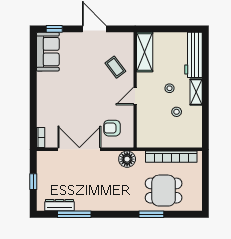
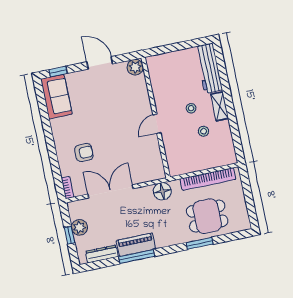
plant: (126, 40) -> (135, 67), added
shelving: (145, 52) -> (157, 76), removed
coffee table: (115, 67) -> (130, 98), removed
armchair: (112, 128) -> (84, 153), moved, turned 180
plant: (44, 176) -> (80, 227), added
piano: (93, 203) -> (136, 245), added
window: (74, 214) -> (137, 257), moved

